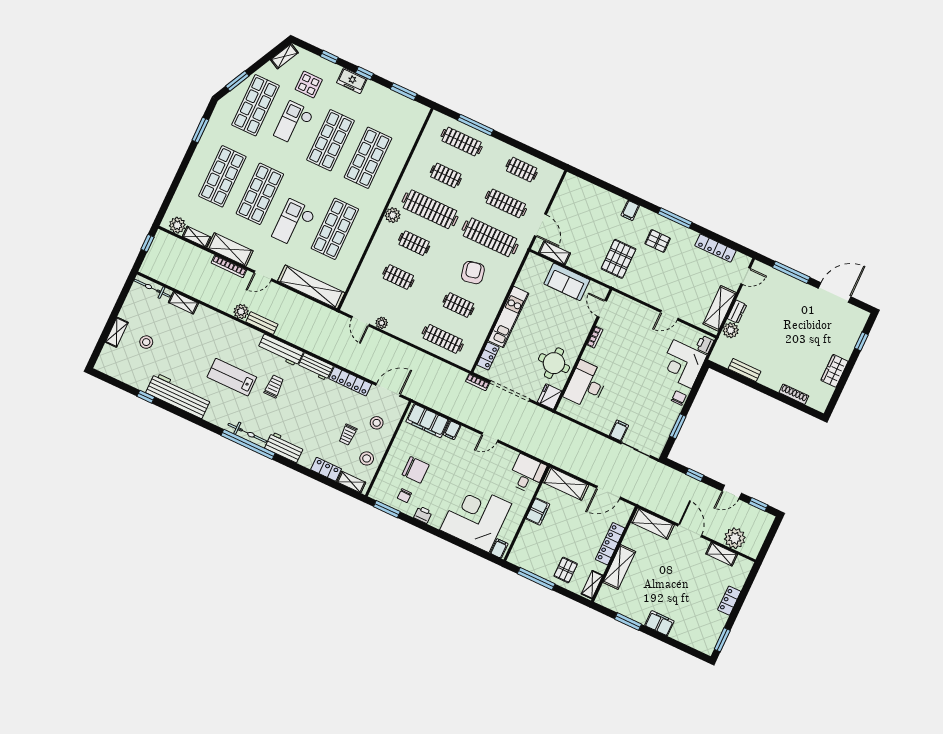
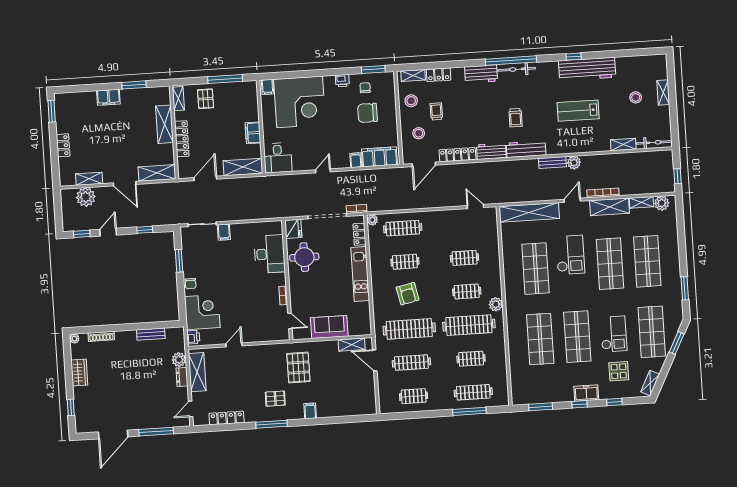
plant: (382, 323) -> (372, 220), moved
lab bench: (232, 377) -> (578, 111), moved, turned 180
window: (146, 397) -> (574, 56), moved
plant: (821, 406) -> (74, 339), added

